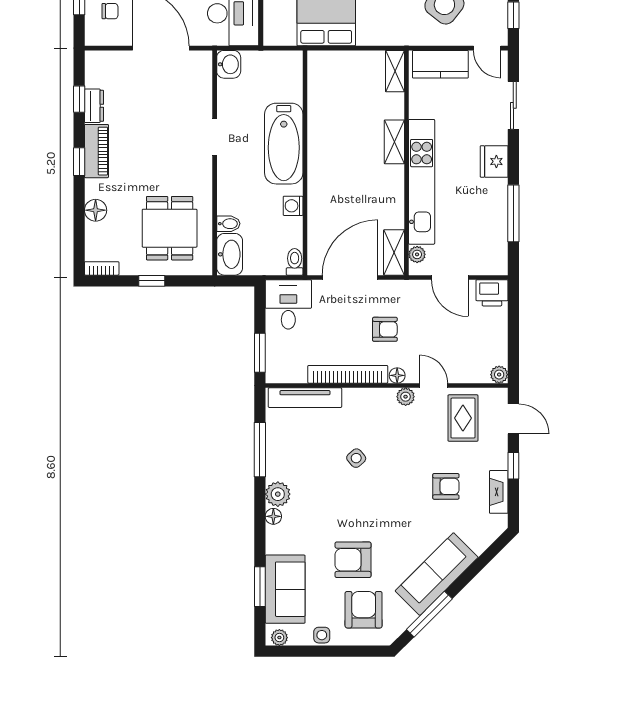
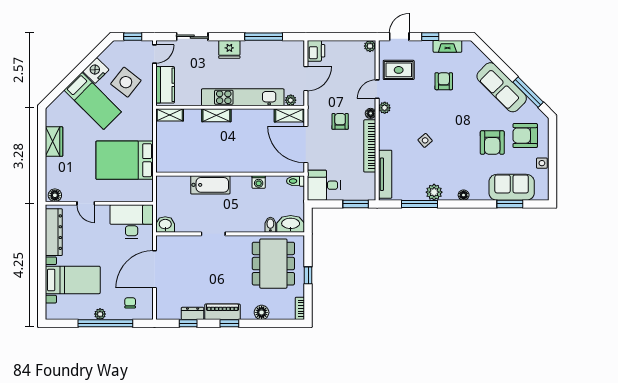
bathtub: (284, 144) -> (210, 185), width x0.73, depth x0.73
dining table: (170, 228) -> (273, 264), width x1.38
plant: (278, 494) -> (434, 192), moved
plant: (279, 638) -> (544, 191), removed

